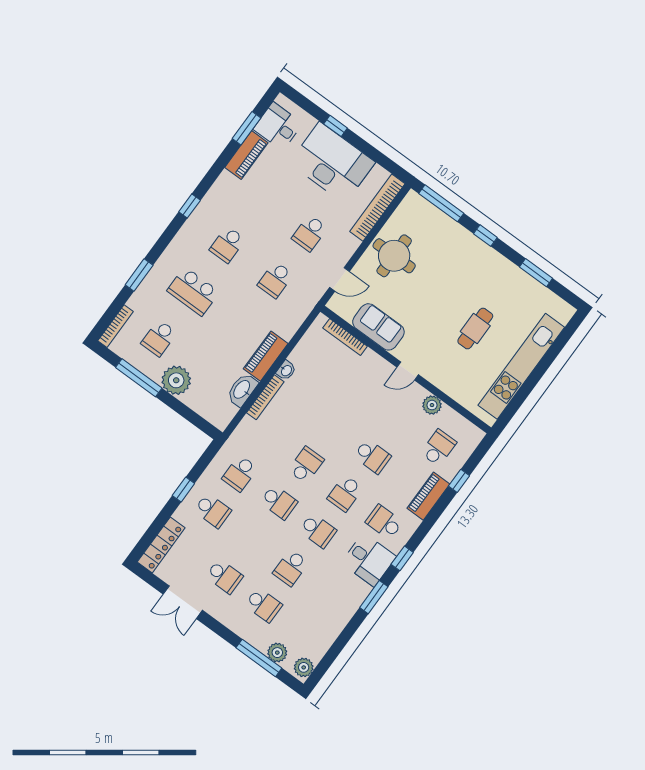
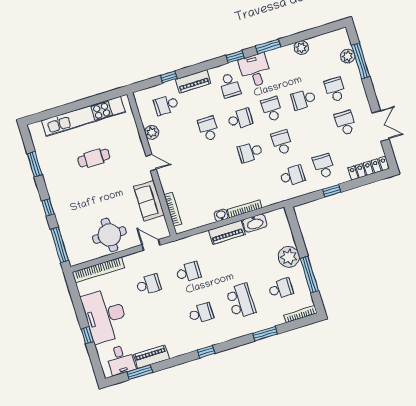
school desk: (291, 568) -> (303, 99), turned 180
plant: (304, 667) -> (301, 48), moved

